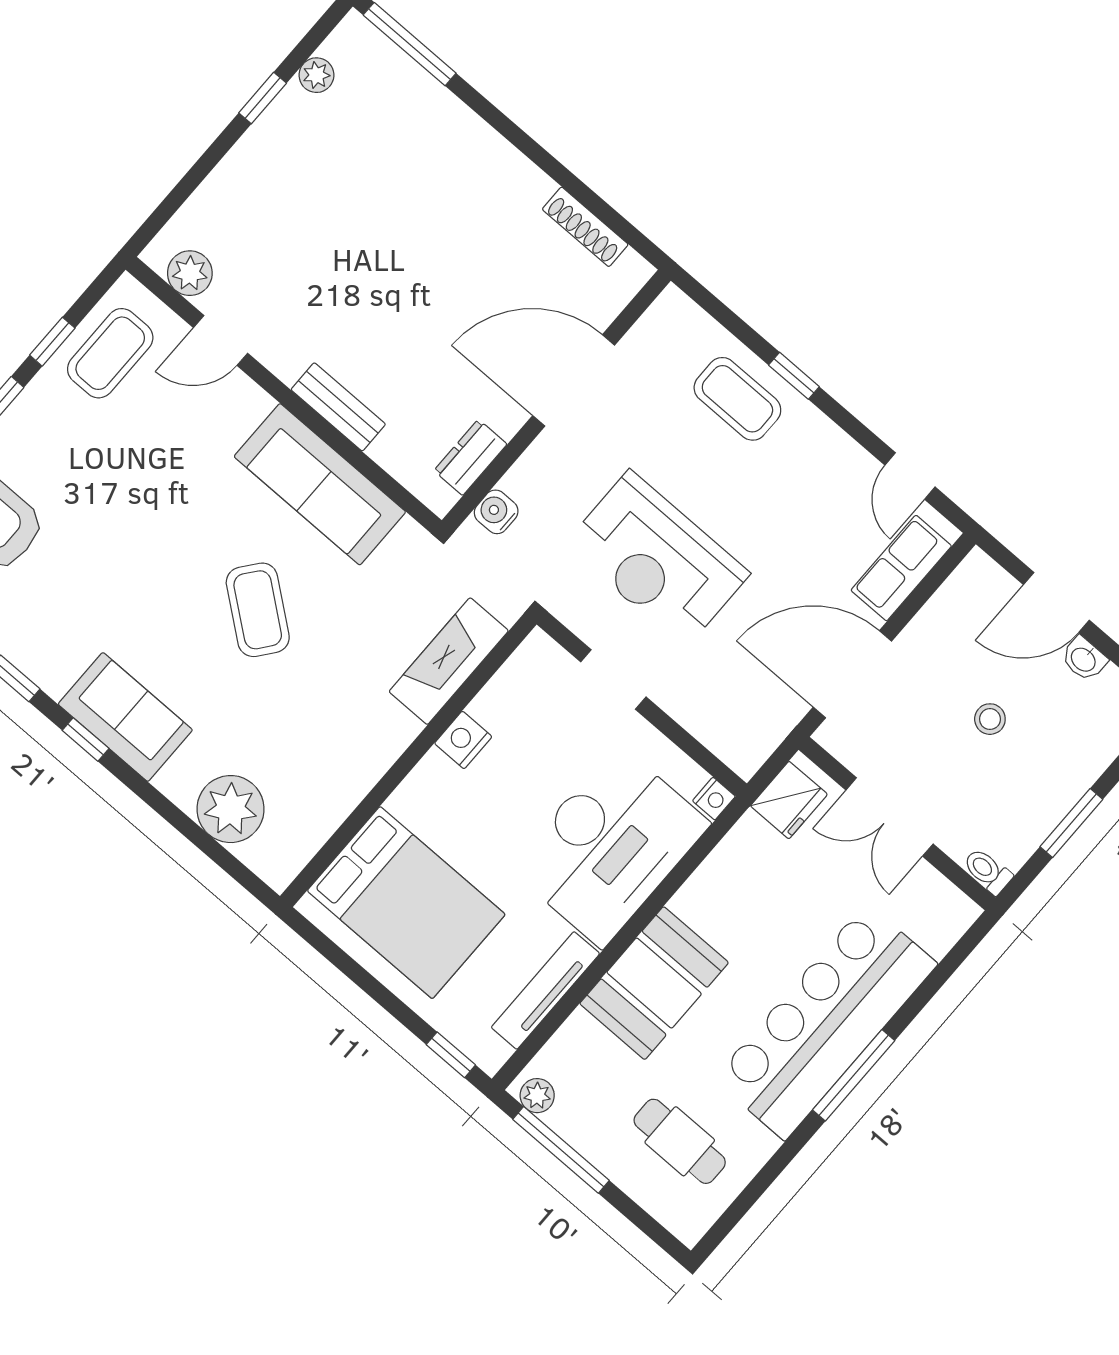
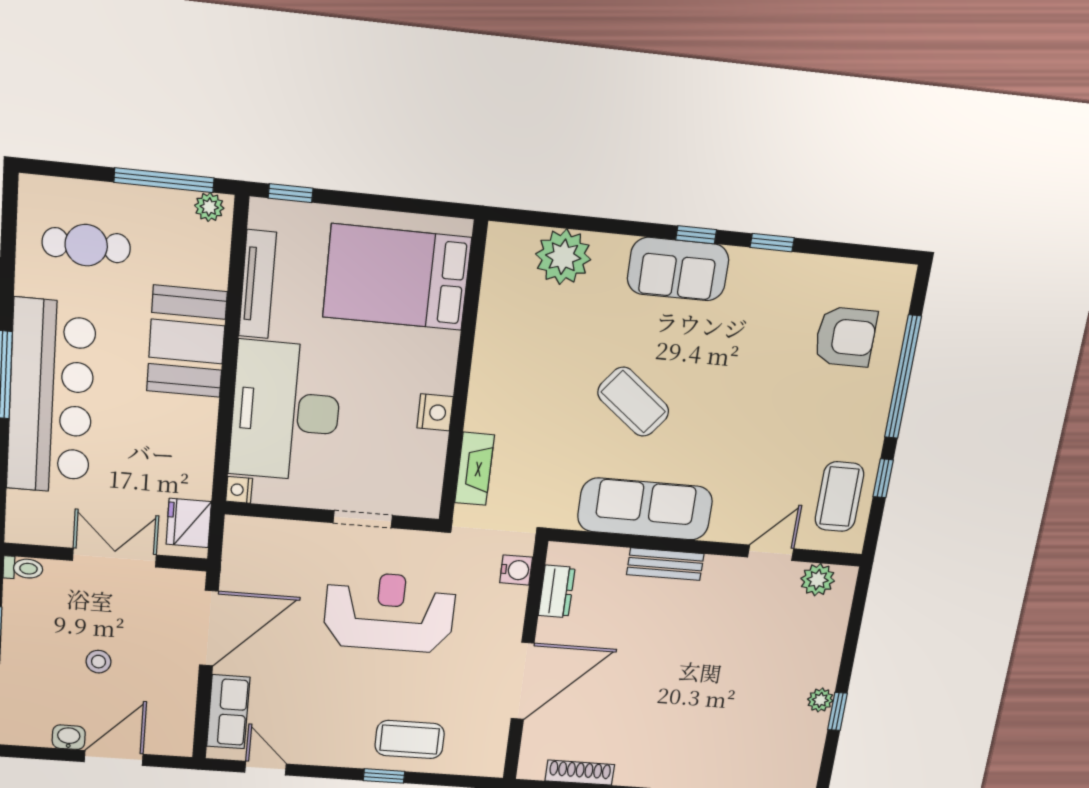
plant: (316, 75) -> (820, 700), moved
fireplace: (449, 661) -> (474, 469), width x0.73, depth x0.76

